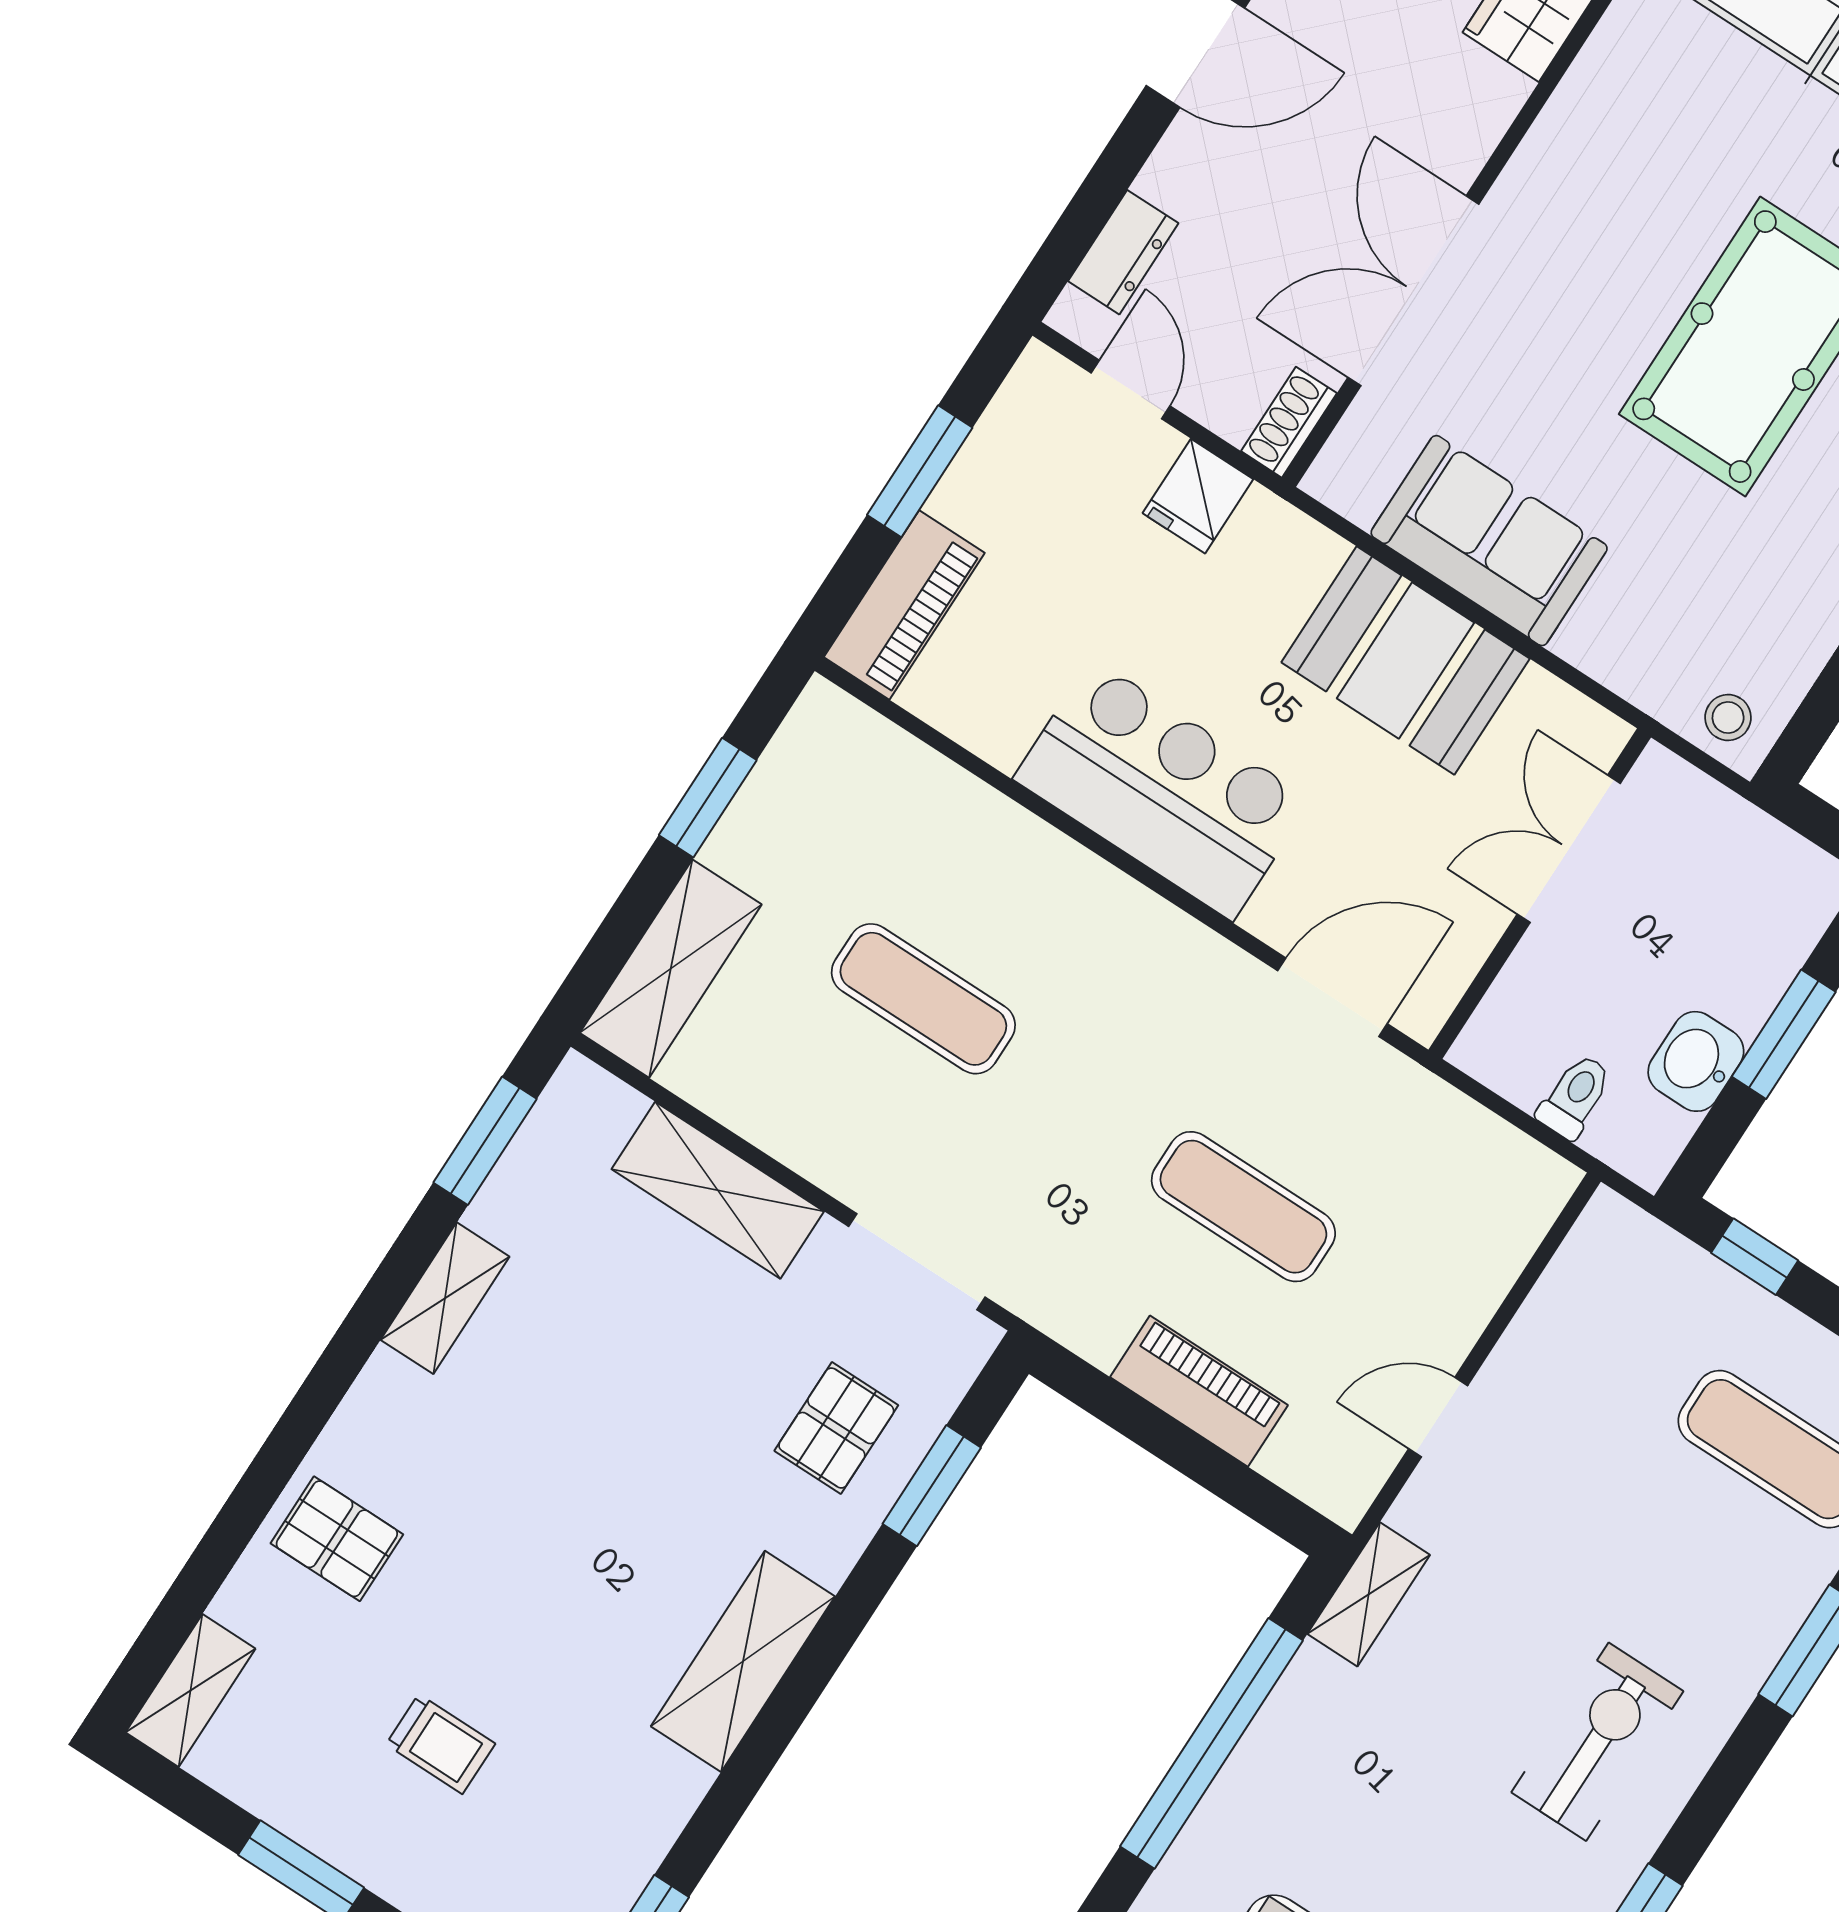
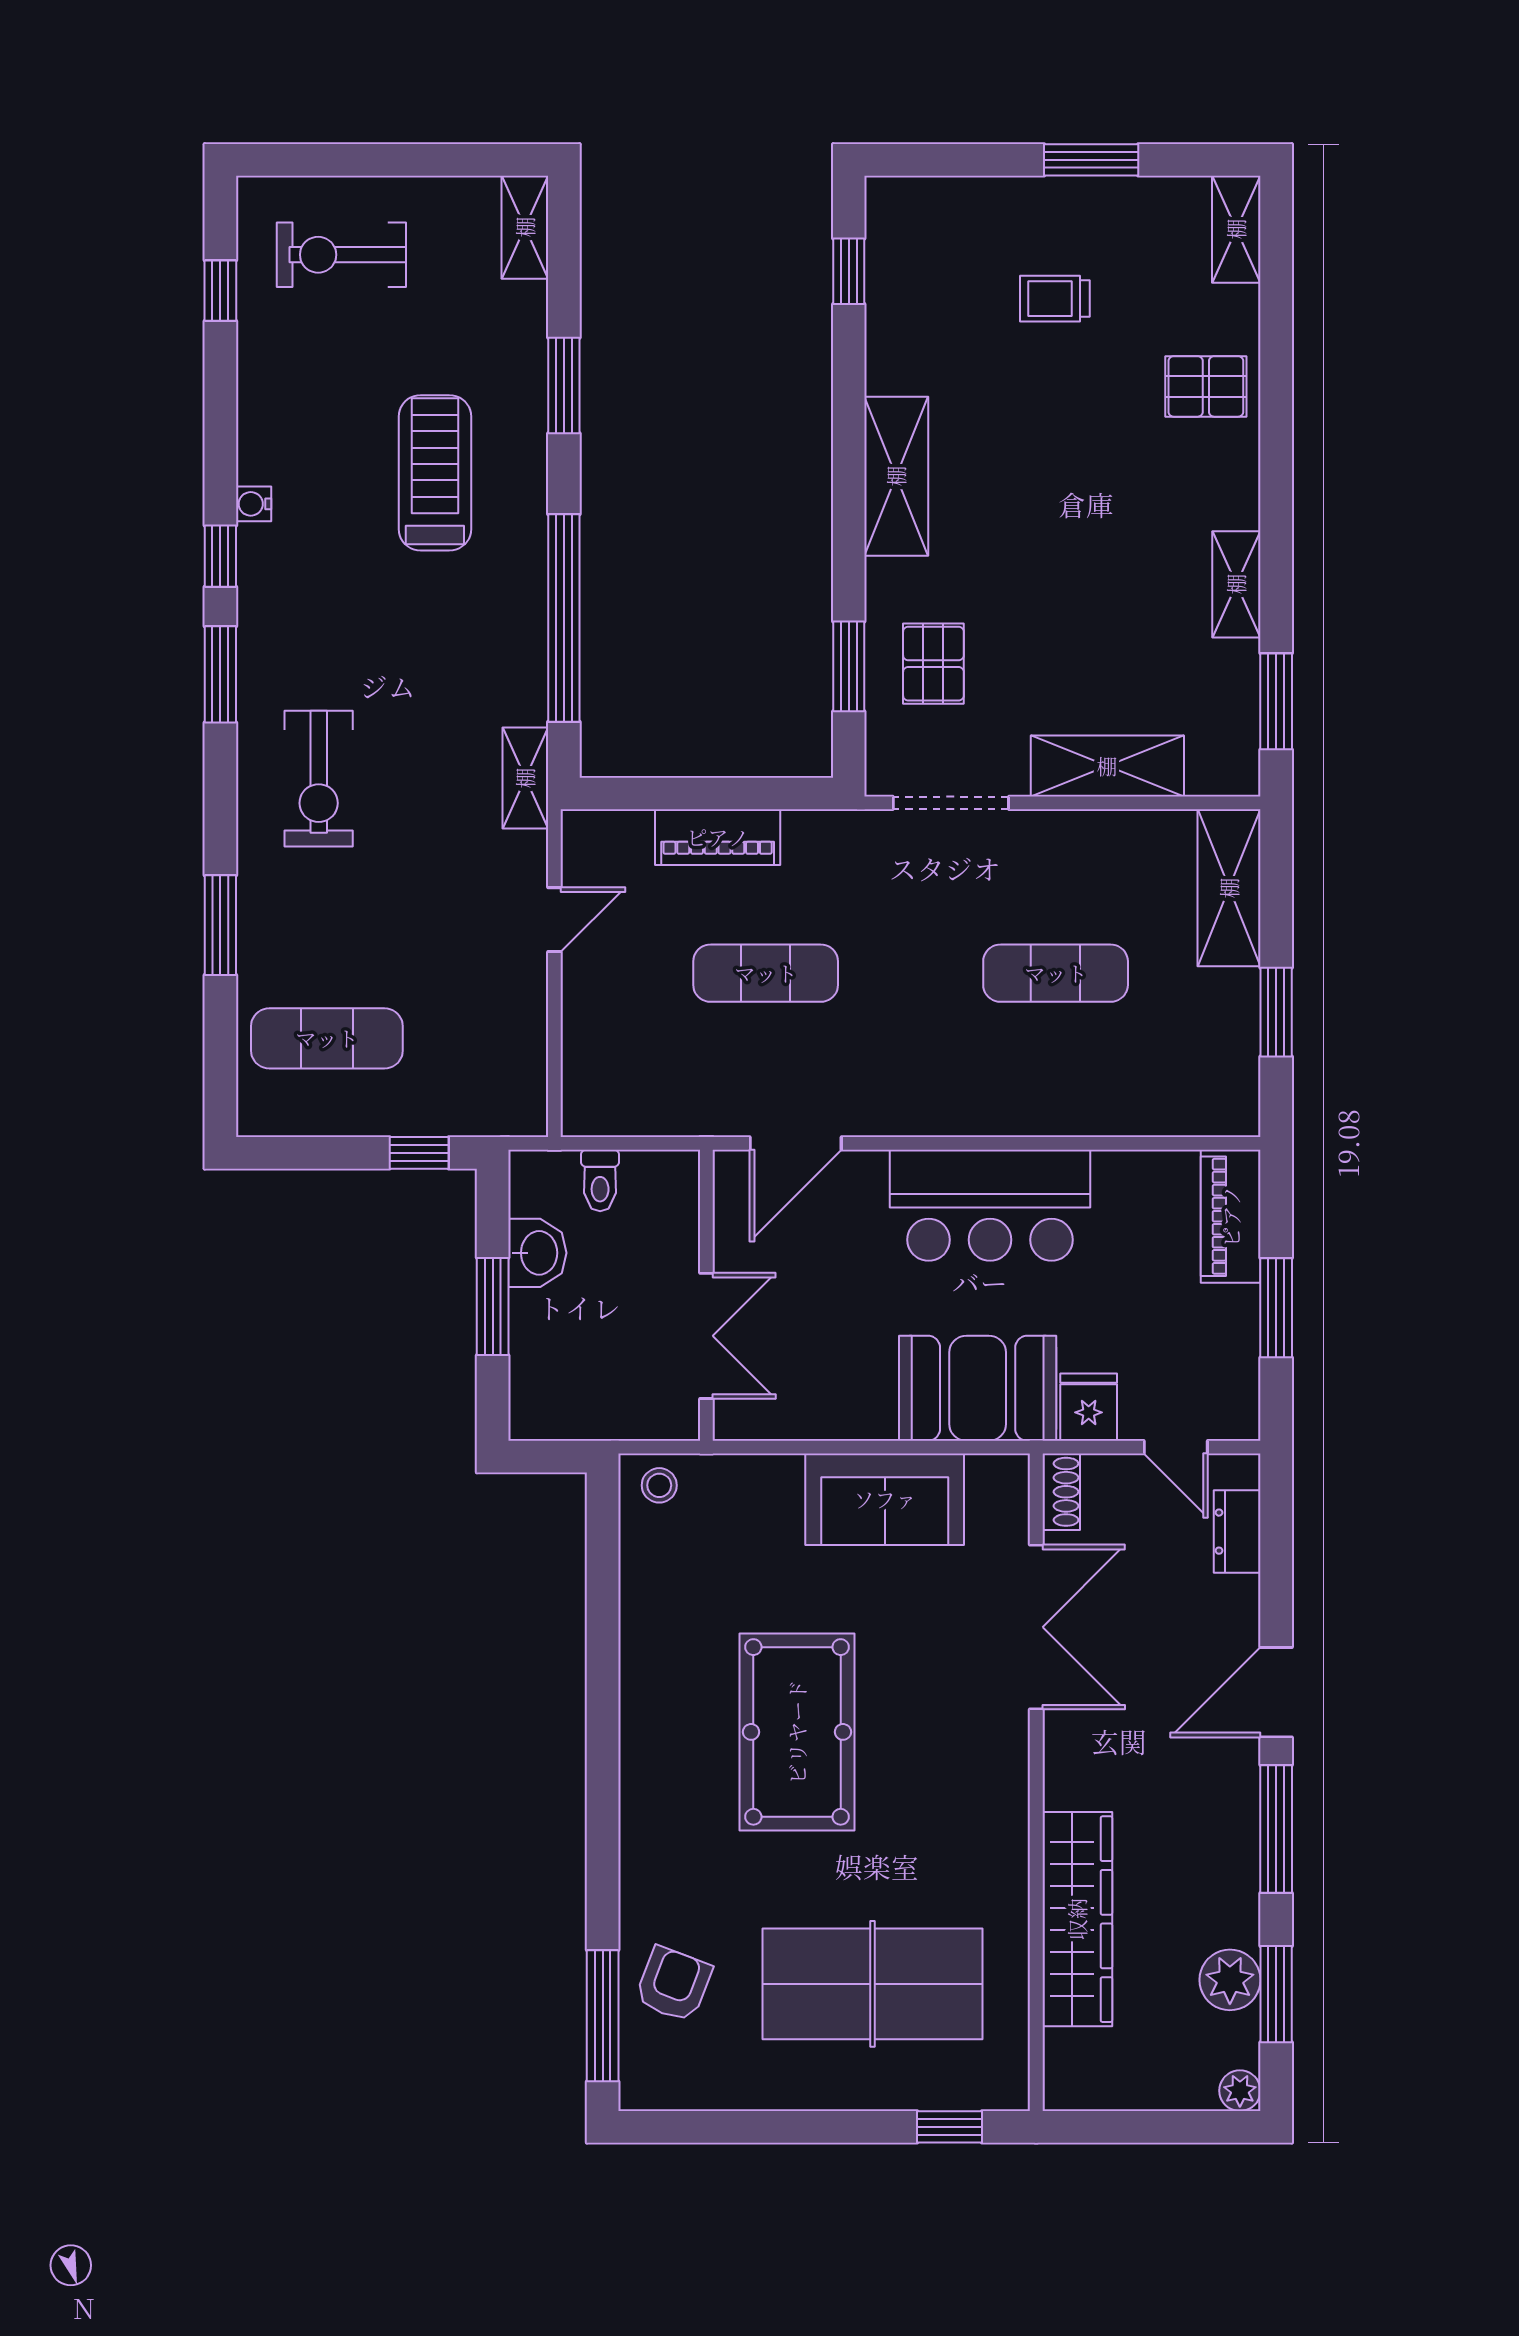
booth: (1406, 660) -> (978, 1388), moved

